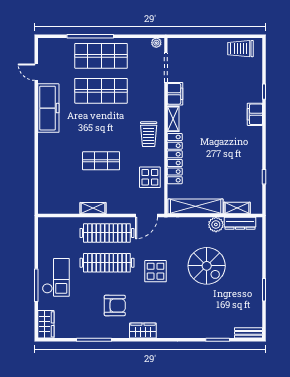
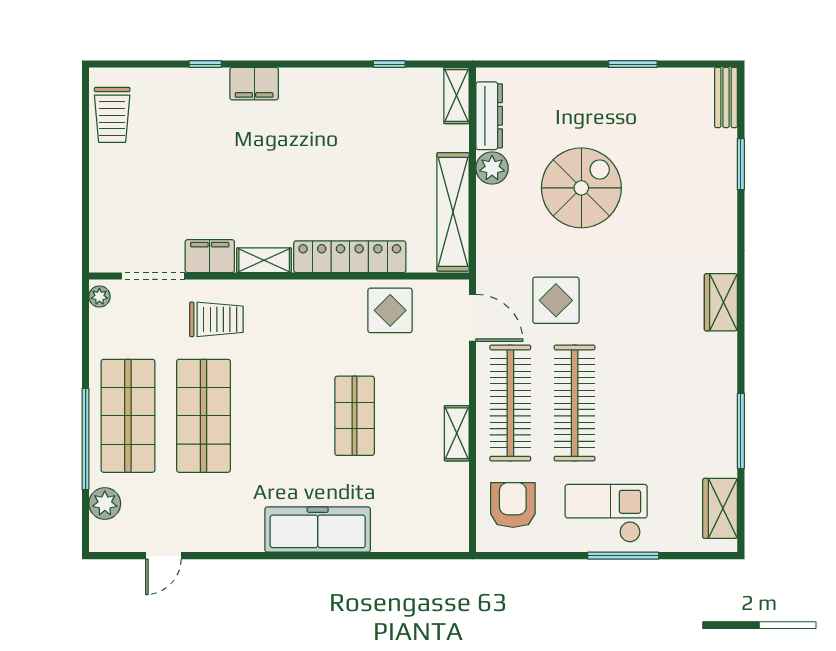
plant: (60, 45) -> (105, 504), added
freezer: (48, 108) -> (318, 530), moved
trolley: (149, 134) -> (216, 319), moved
shelving: (237, 208) -> (456, 96), moved
display table: (156, 271) -> (556, 300), moved
armchair: (115, 305) -> (513, 505), moved
wardrobe: (46, 324) -> (720, 508), moved, turned -90
wardrobe: (143, 331) -> (721, 302), moved

